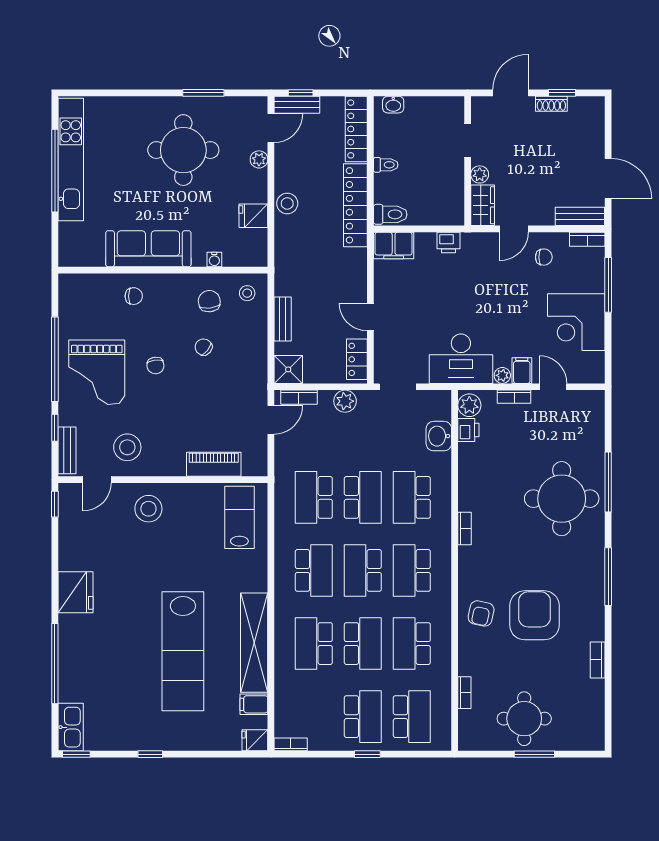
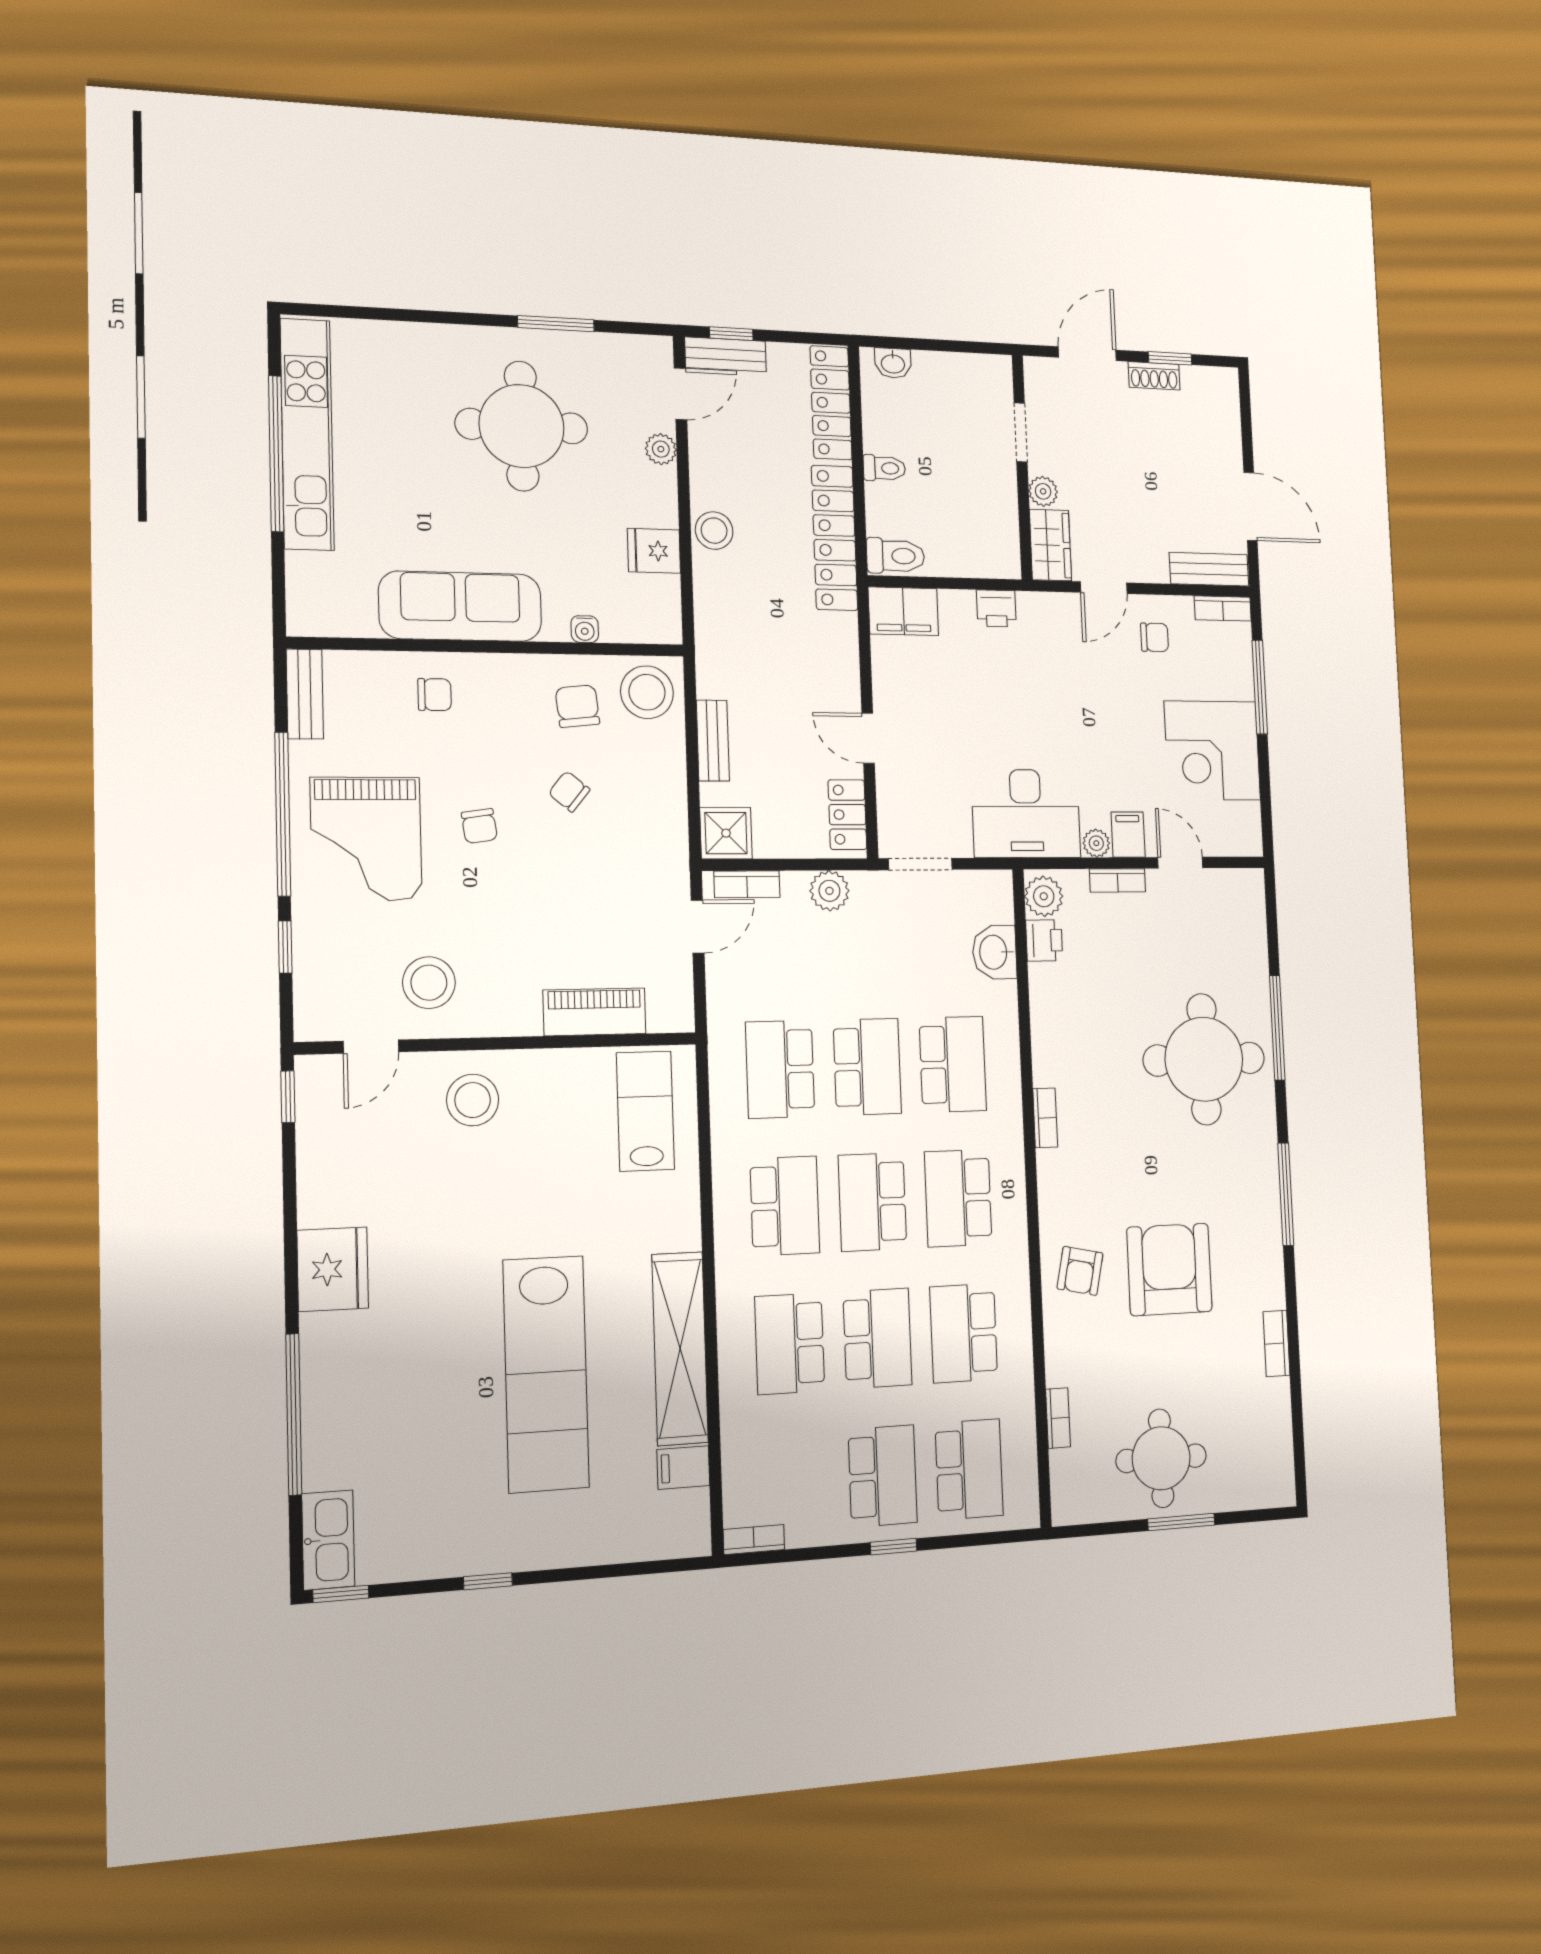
stool: (247, 293) -> (647, 692), width x1.89, depth x1.89
bench: (67, 450) -> (305, 694), moved
school desk: (412, 497) -> (953, 1064), turned 180
fridge: (255, 740) -> (687, 1537), removed

